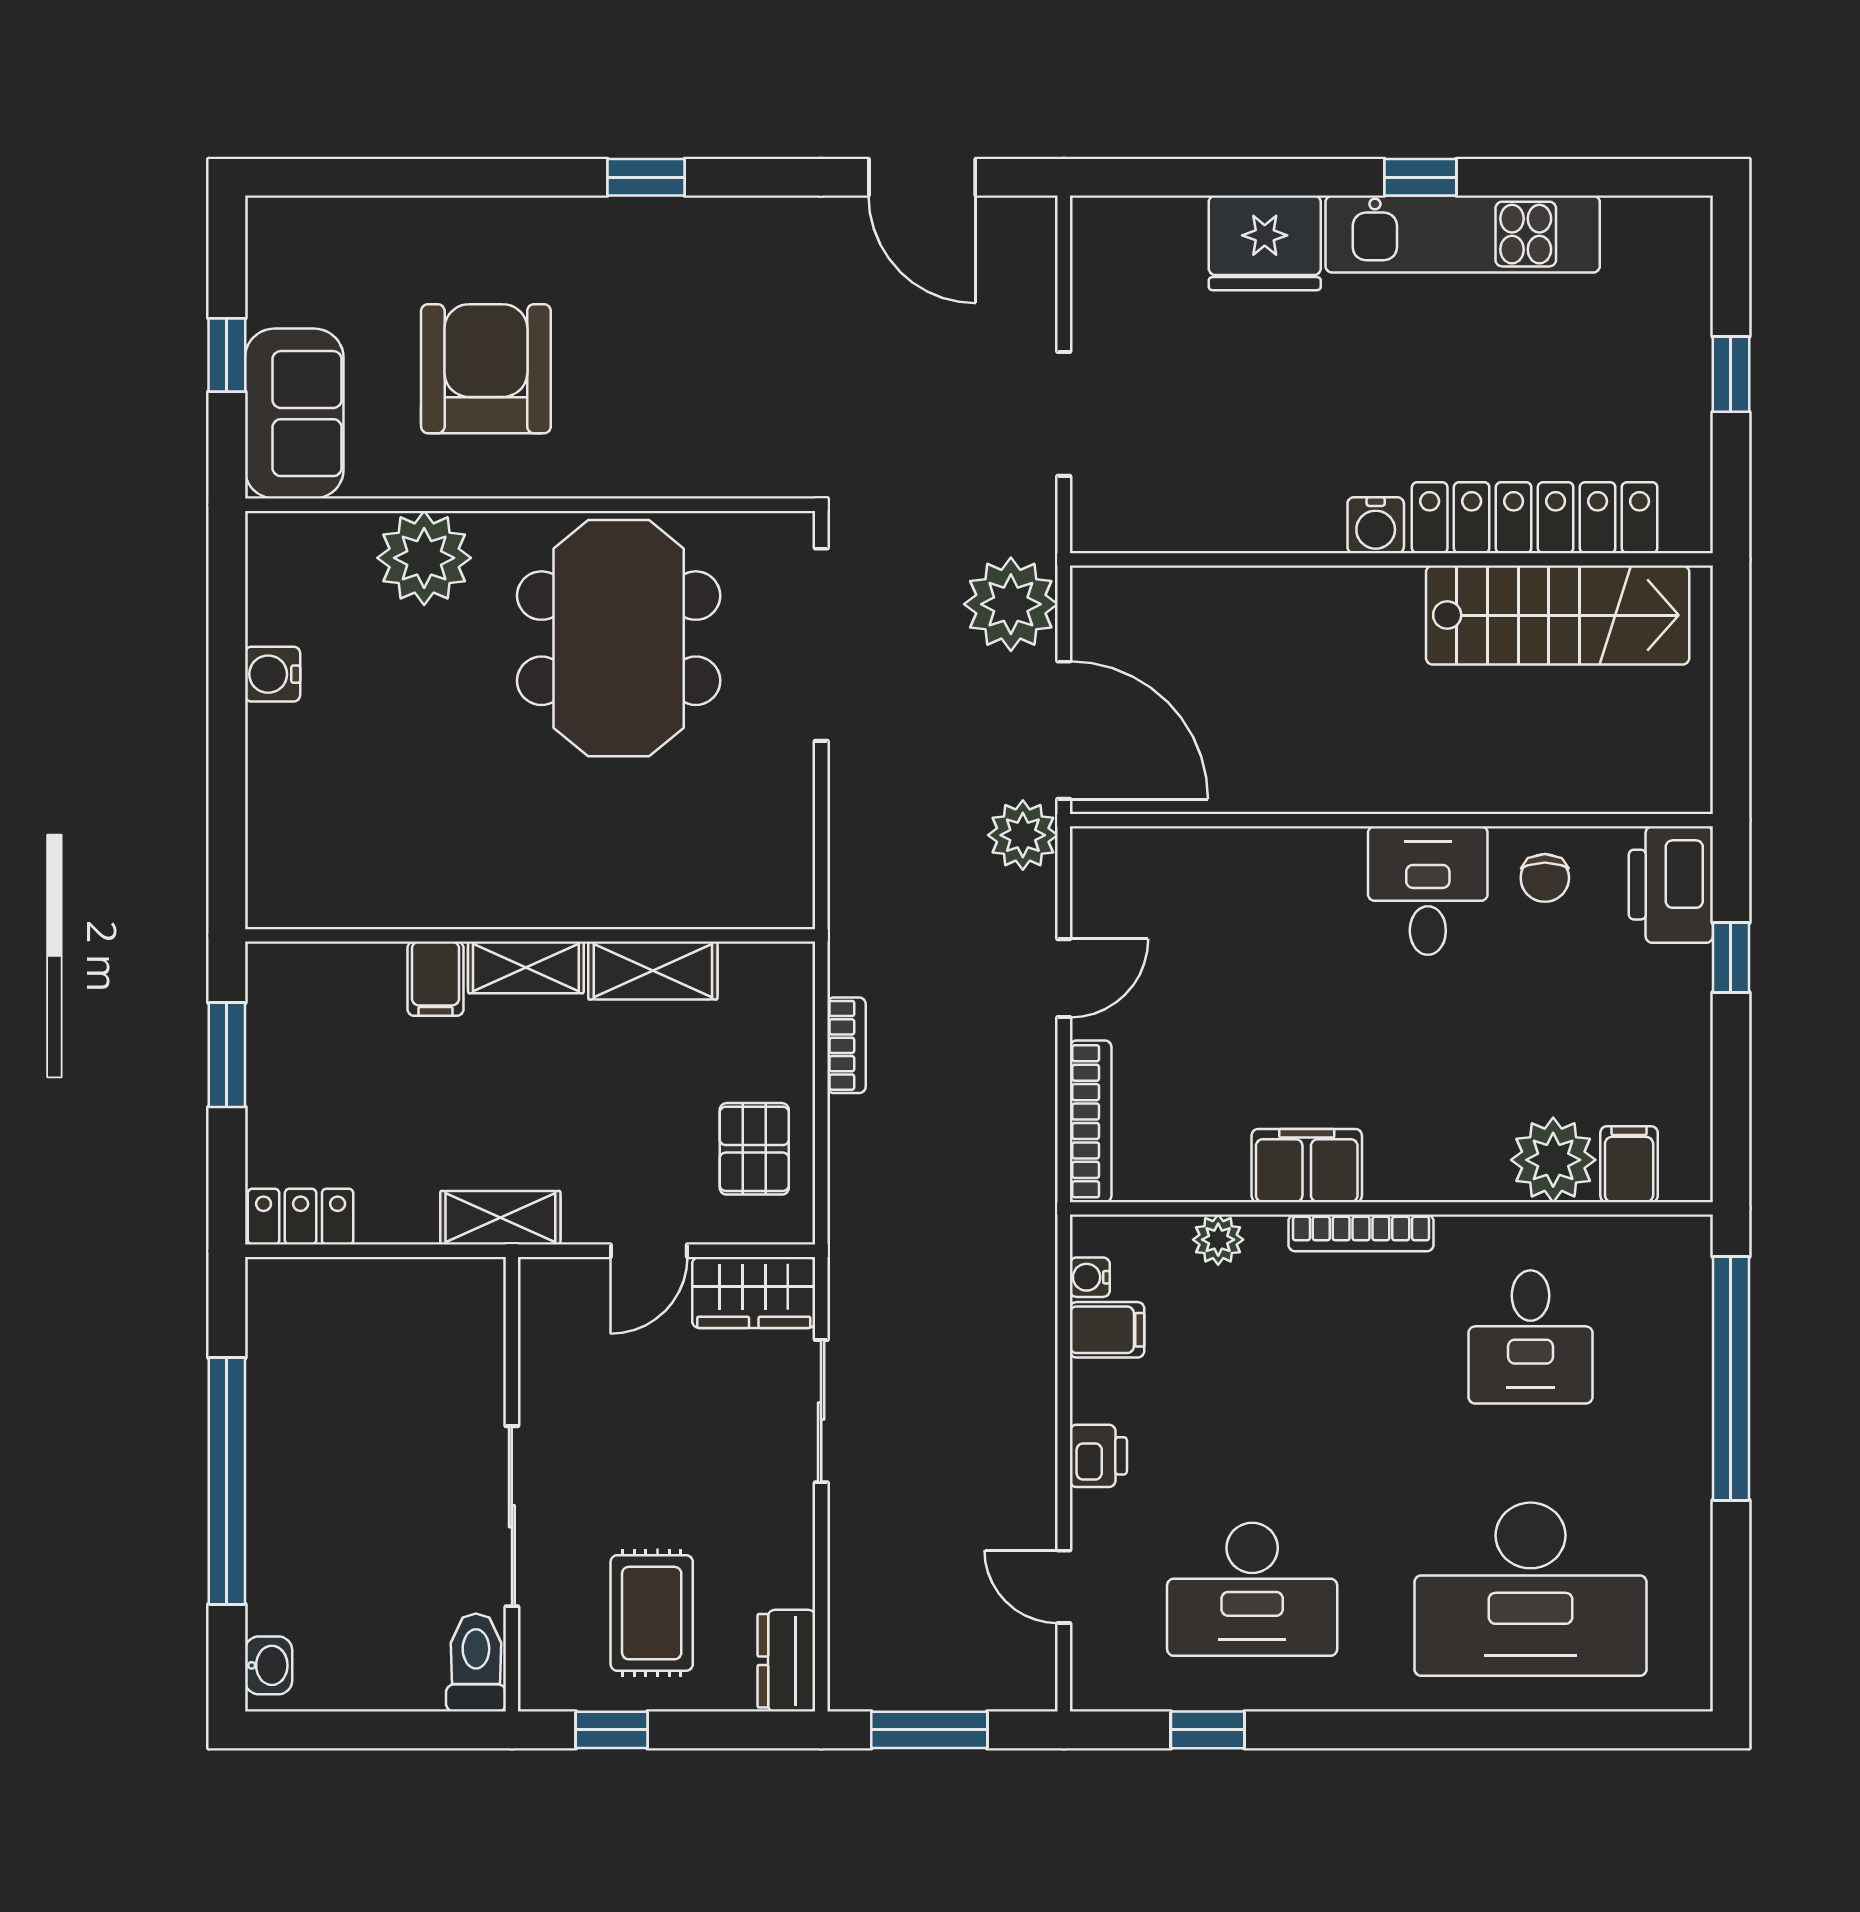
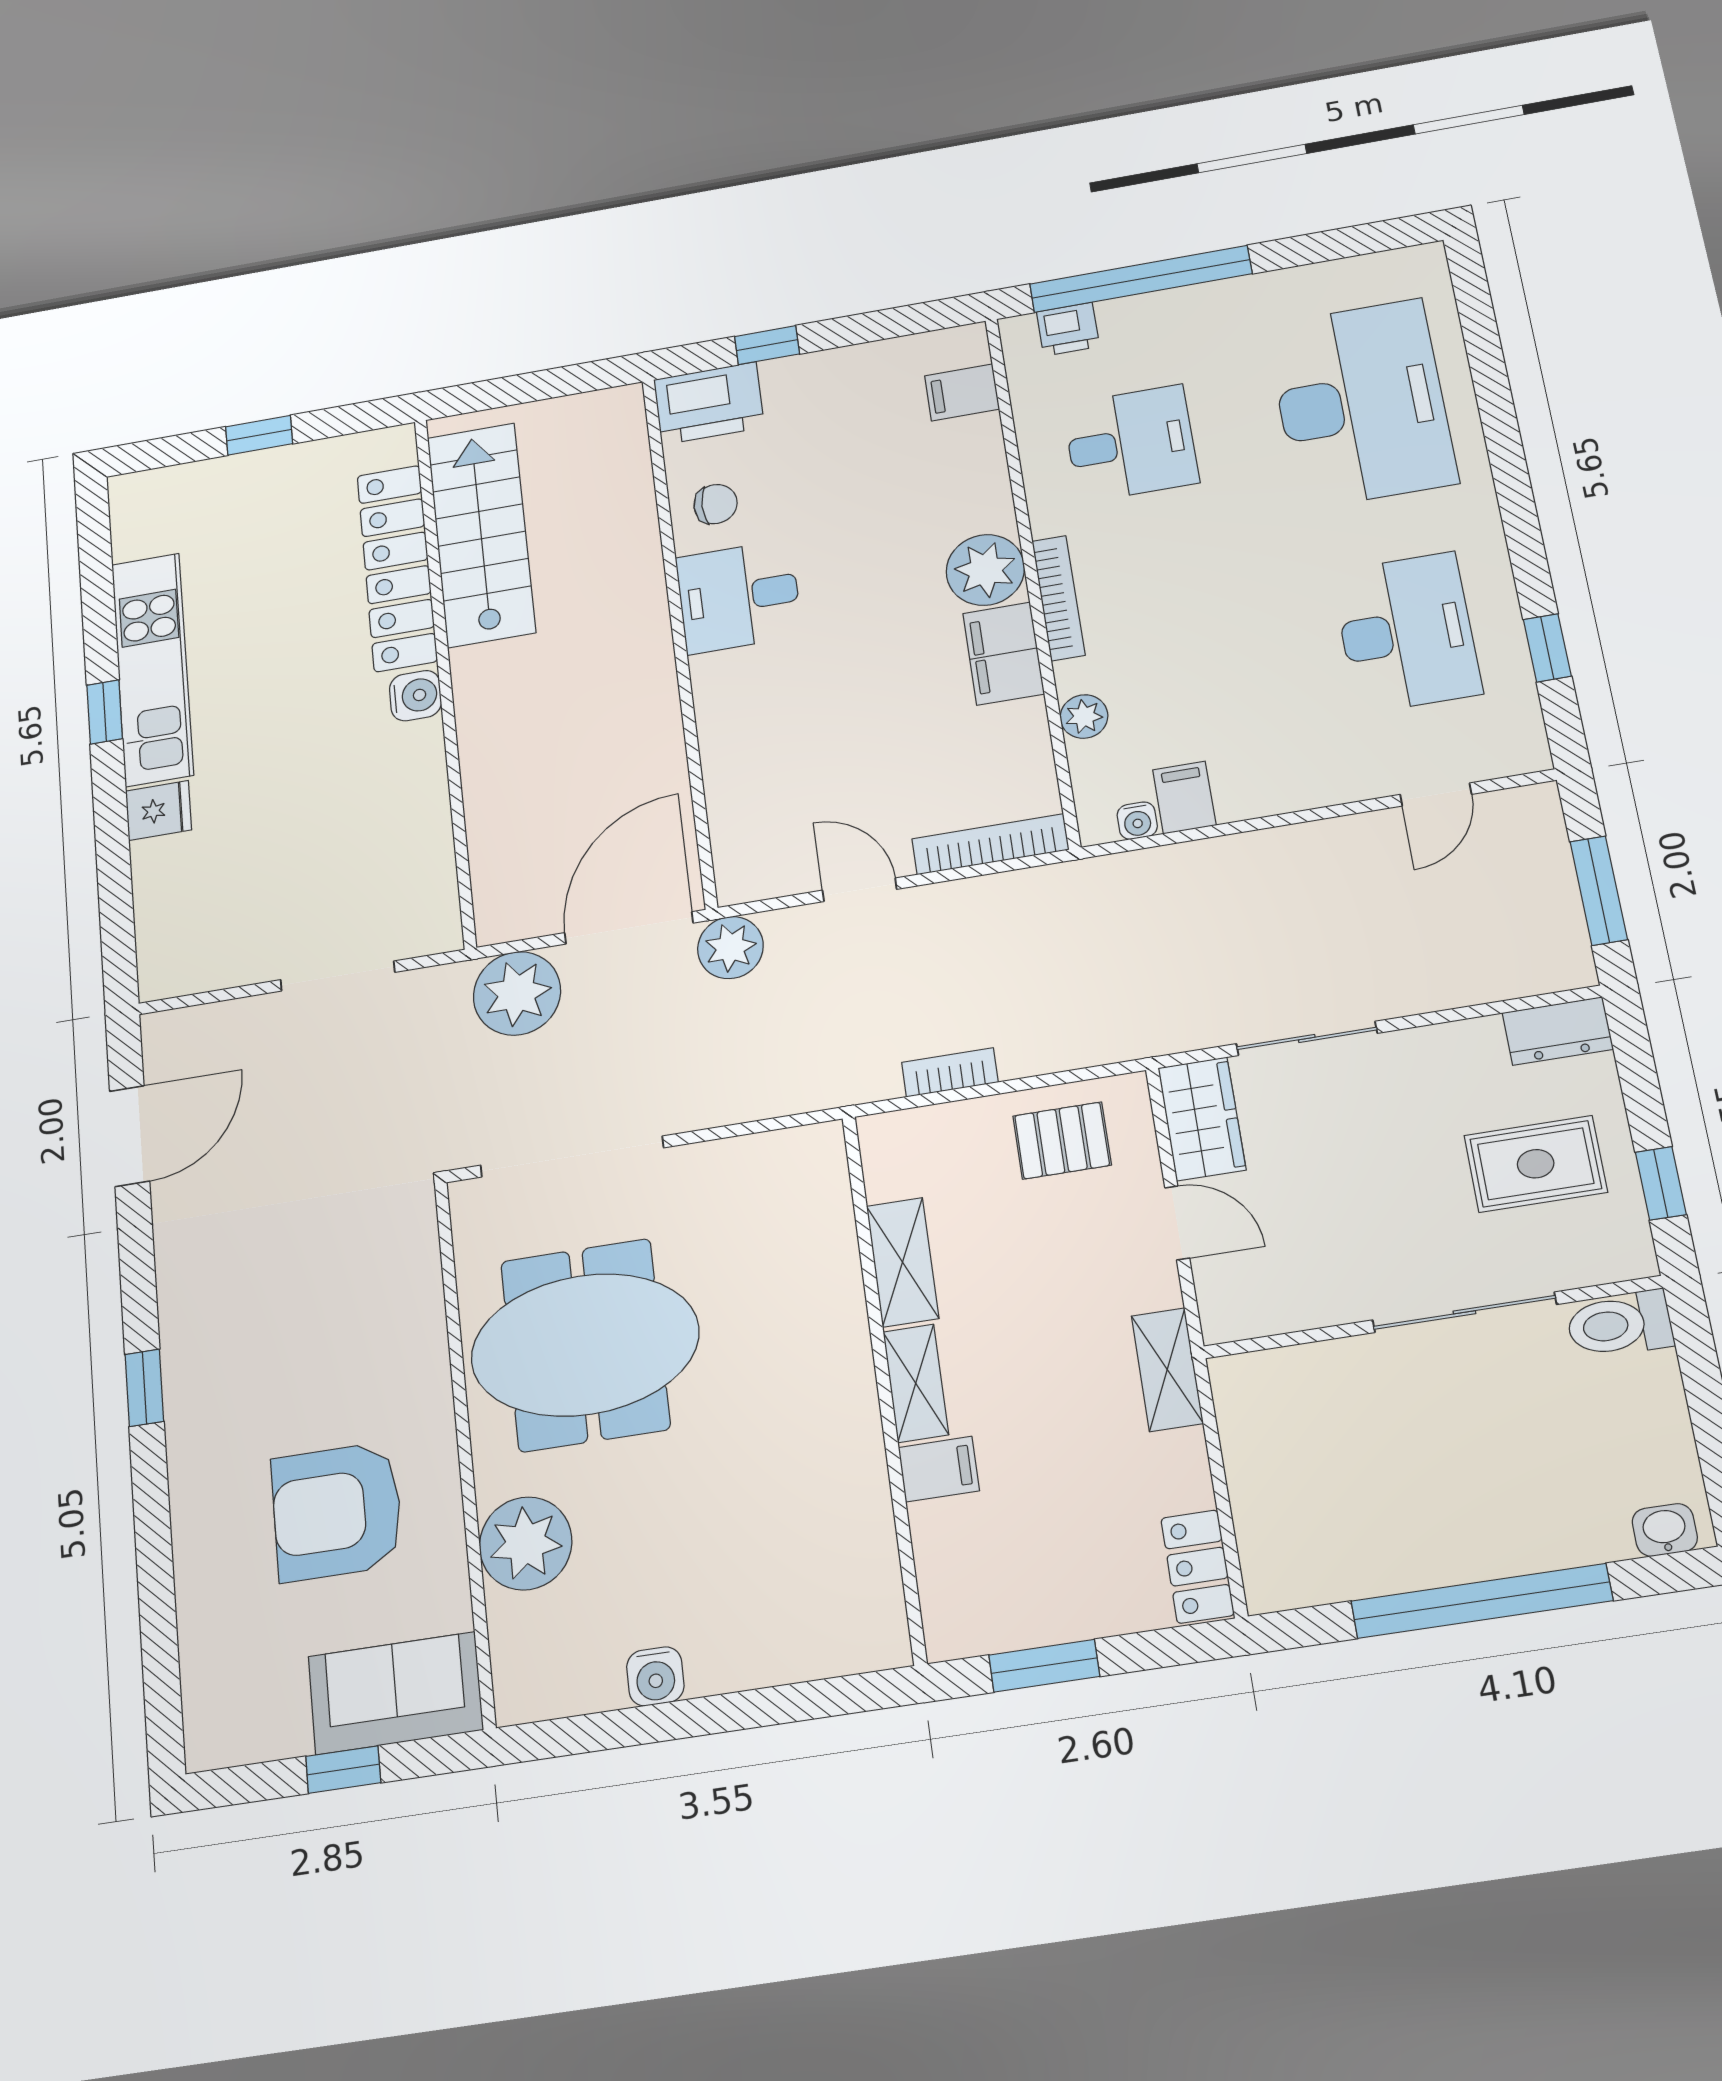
fridge: (1265, 243) -> (158, 810), width x0.53, depth x0.75
plant: (1553, 1160) -> (985, 570), moved
printer: (1098, 1456) -> (1068, 329), moved, turned 180

